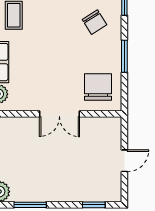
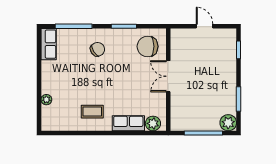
double door: (59, 114) -> (168, 76), swing flipped

